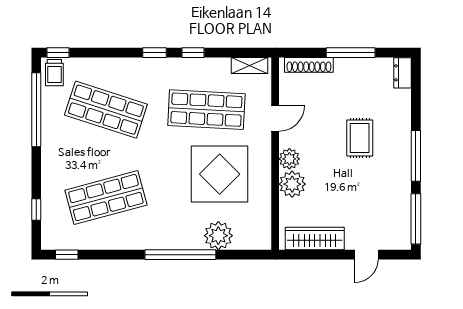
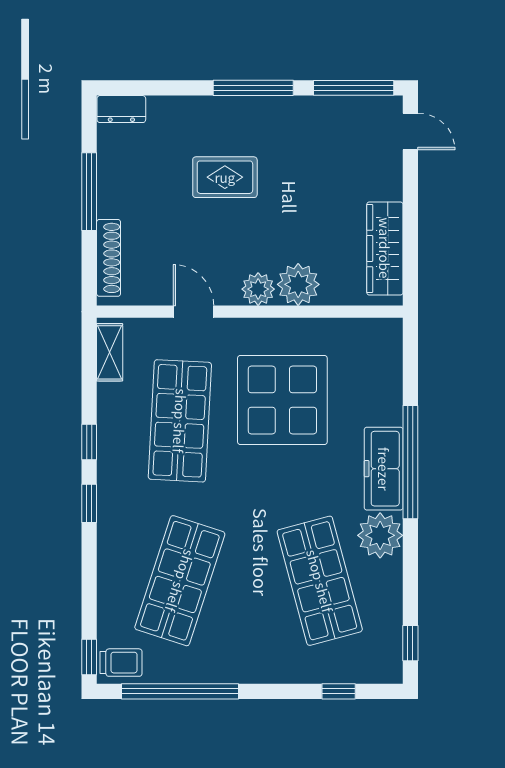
plant: (218, 236) -> (380, 535), moved
freezer: (176, 238) -> (384, 469), added
door: (366, 255) -> (410, 131), moved

